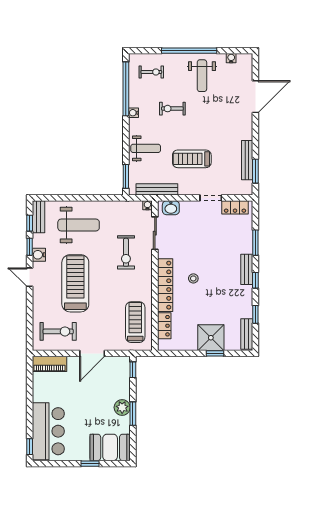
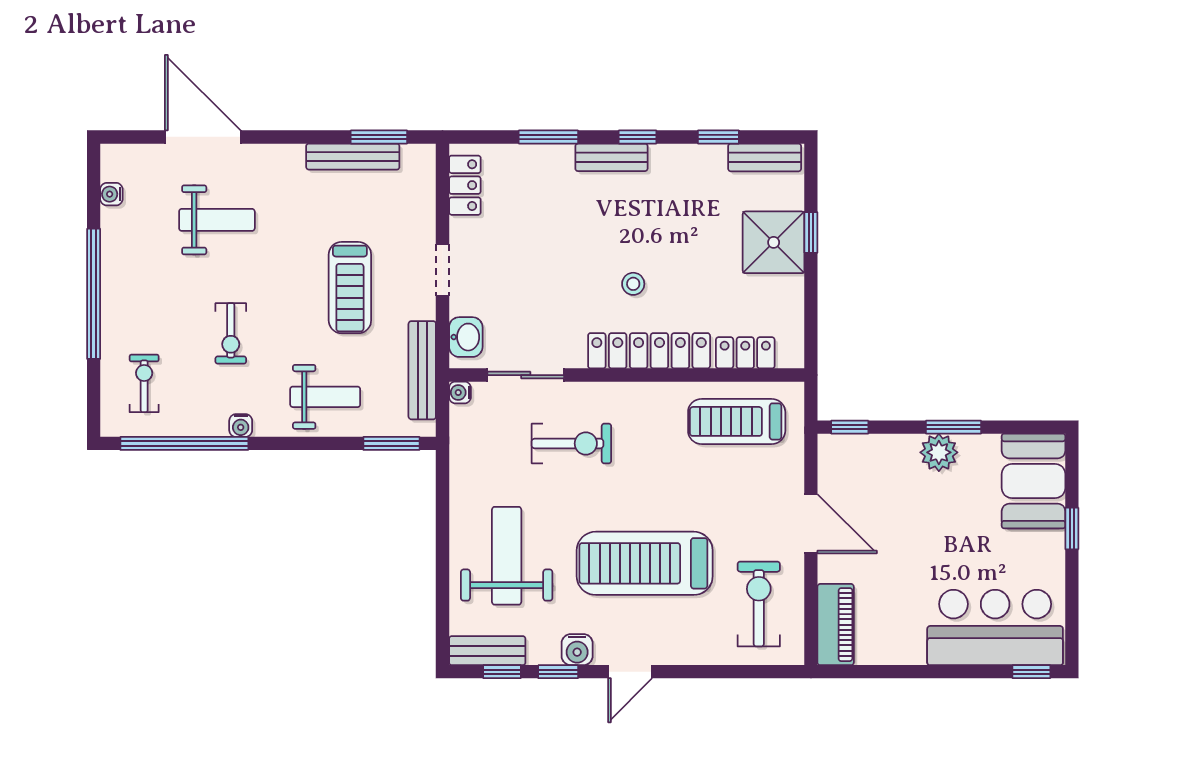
weight bench: (202, 76) -> (217, 220), moved
weight bench: (146, 148) -> (325, 397), turned 90
doorway: (211, 198) -> (442, 270), moved

